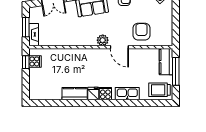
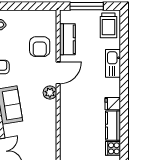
armchair: (142, 32) -> (40, 47), turned -90
kitchen counter: (166, 62) -> (67, 39), moved, turned -90
cooker: (105, 94) -> (113, 148), moved

